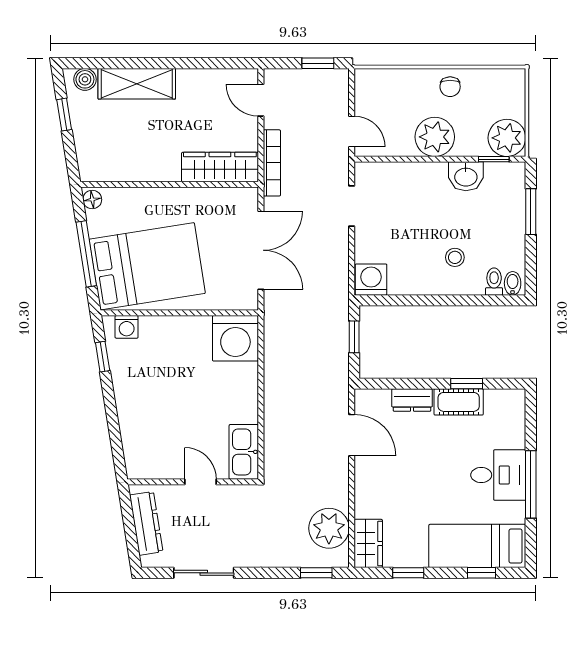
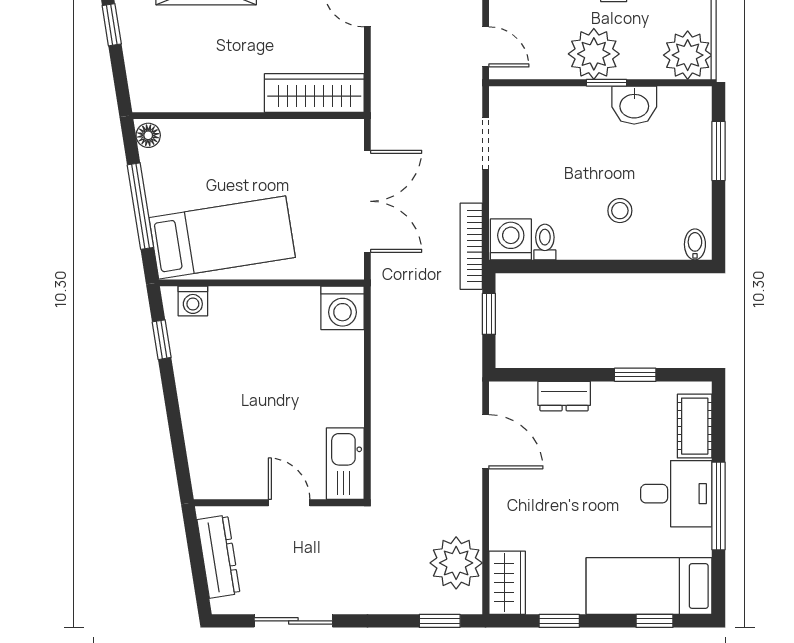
window: (494, 159) -> (607, 83), moved
bookcase: (272, 163) -> (471, 246), moved, turned 180
bed: (147, 266) -> (222, 238), width x0.67
toilet: (494, 282) -> (545, 242), moved
washing machine: (235, 338) -> (342, 308), width x0.73, depth x0.73
cot: (459, 402) -> (695, 426), moved, turned 90

